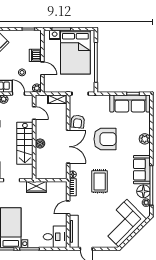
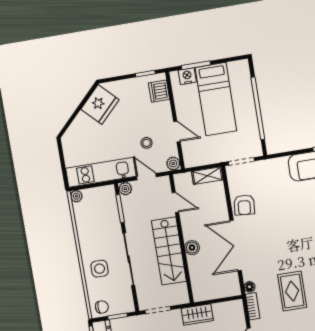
bed: (75, 52) -> (216, 99), width x0.67
dishwasher: (35, 55) -> (159, 91), moved
armchair: (105, 139) -> (290, 225), removed
double door: (68, 147) -> (236, 246), swing flipped

